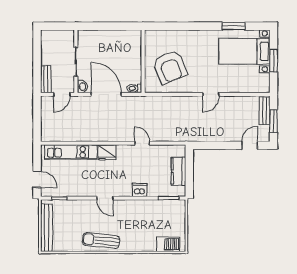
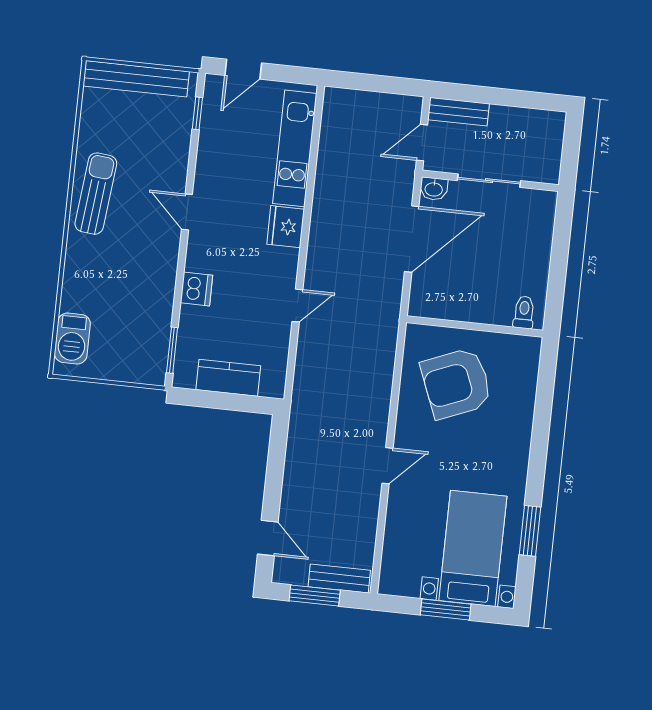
toilet: (134, 88) -> (524, 312), moved
door: (62, 94) -> (422, 143), hinge flipped
door: (211, 94) -> (387, 466), swing flipped
door: (105, 198) -> (187, 212), hinge flipped

